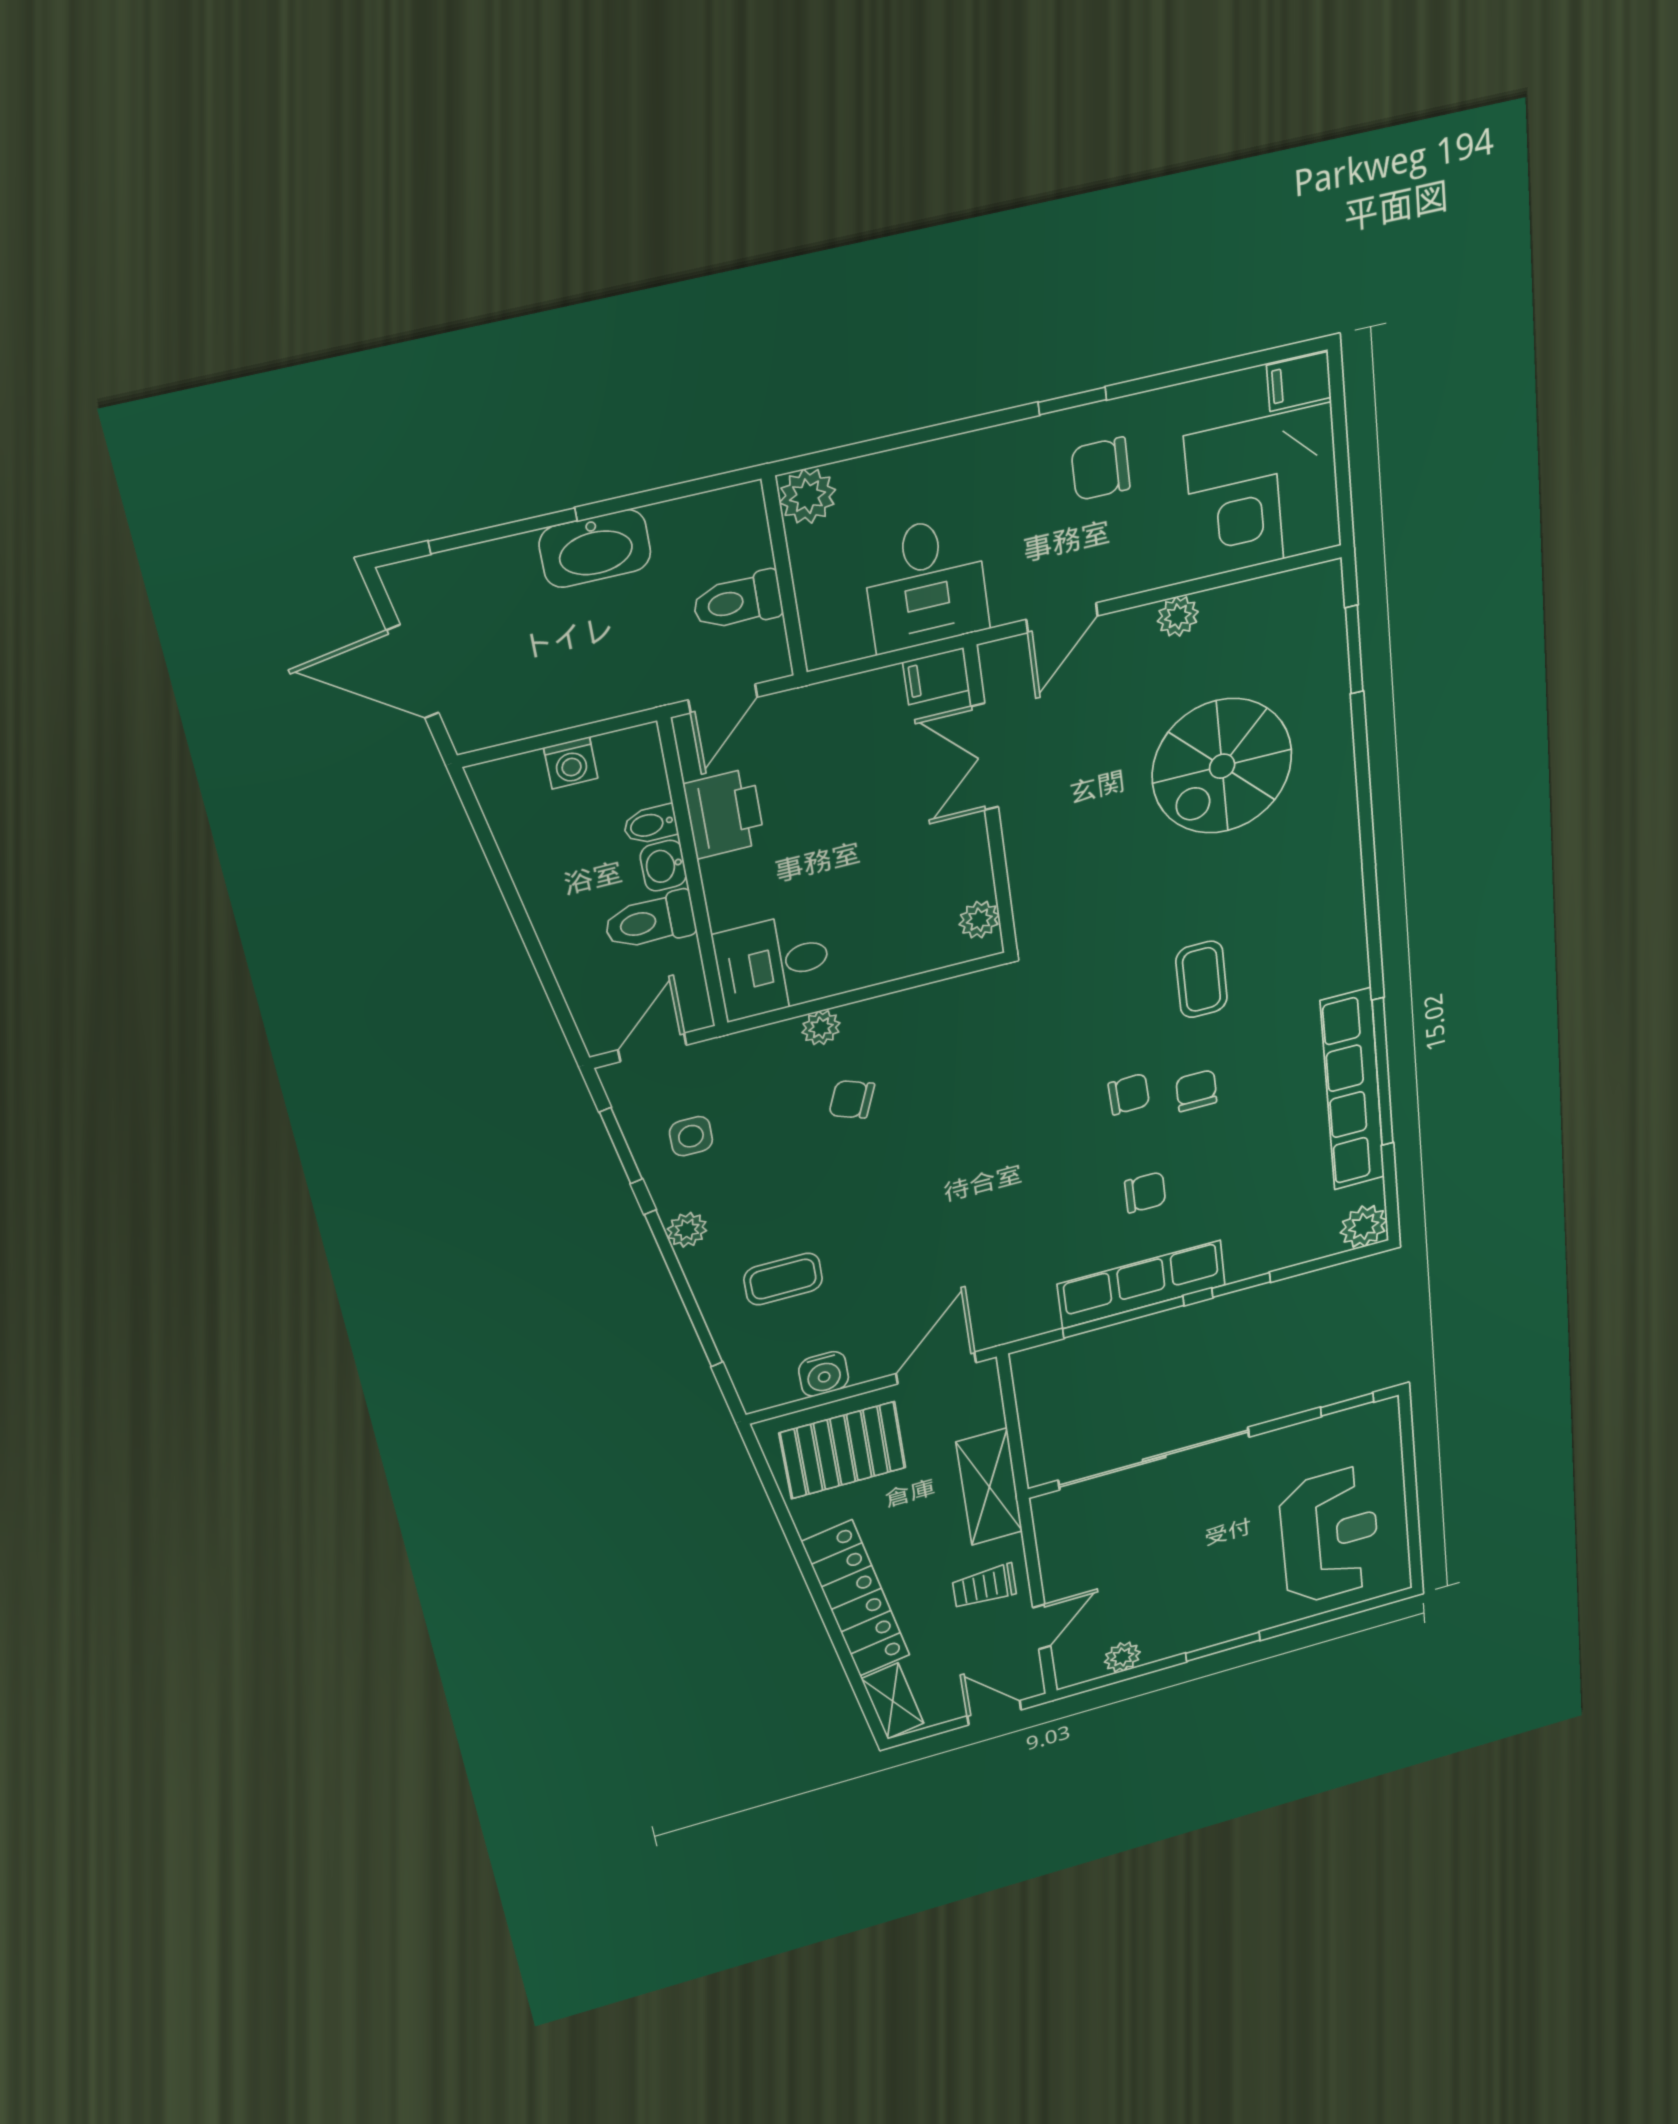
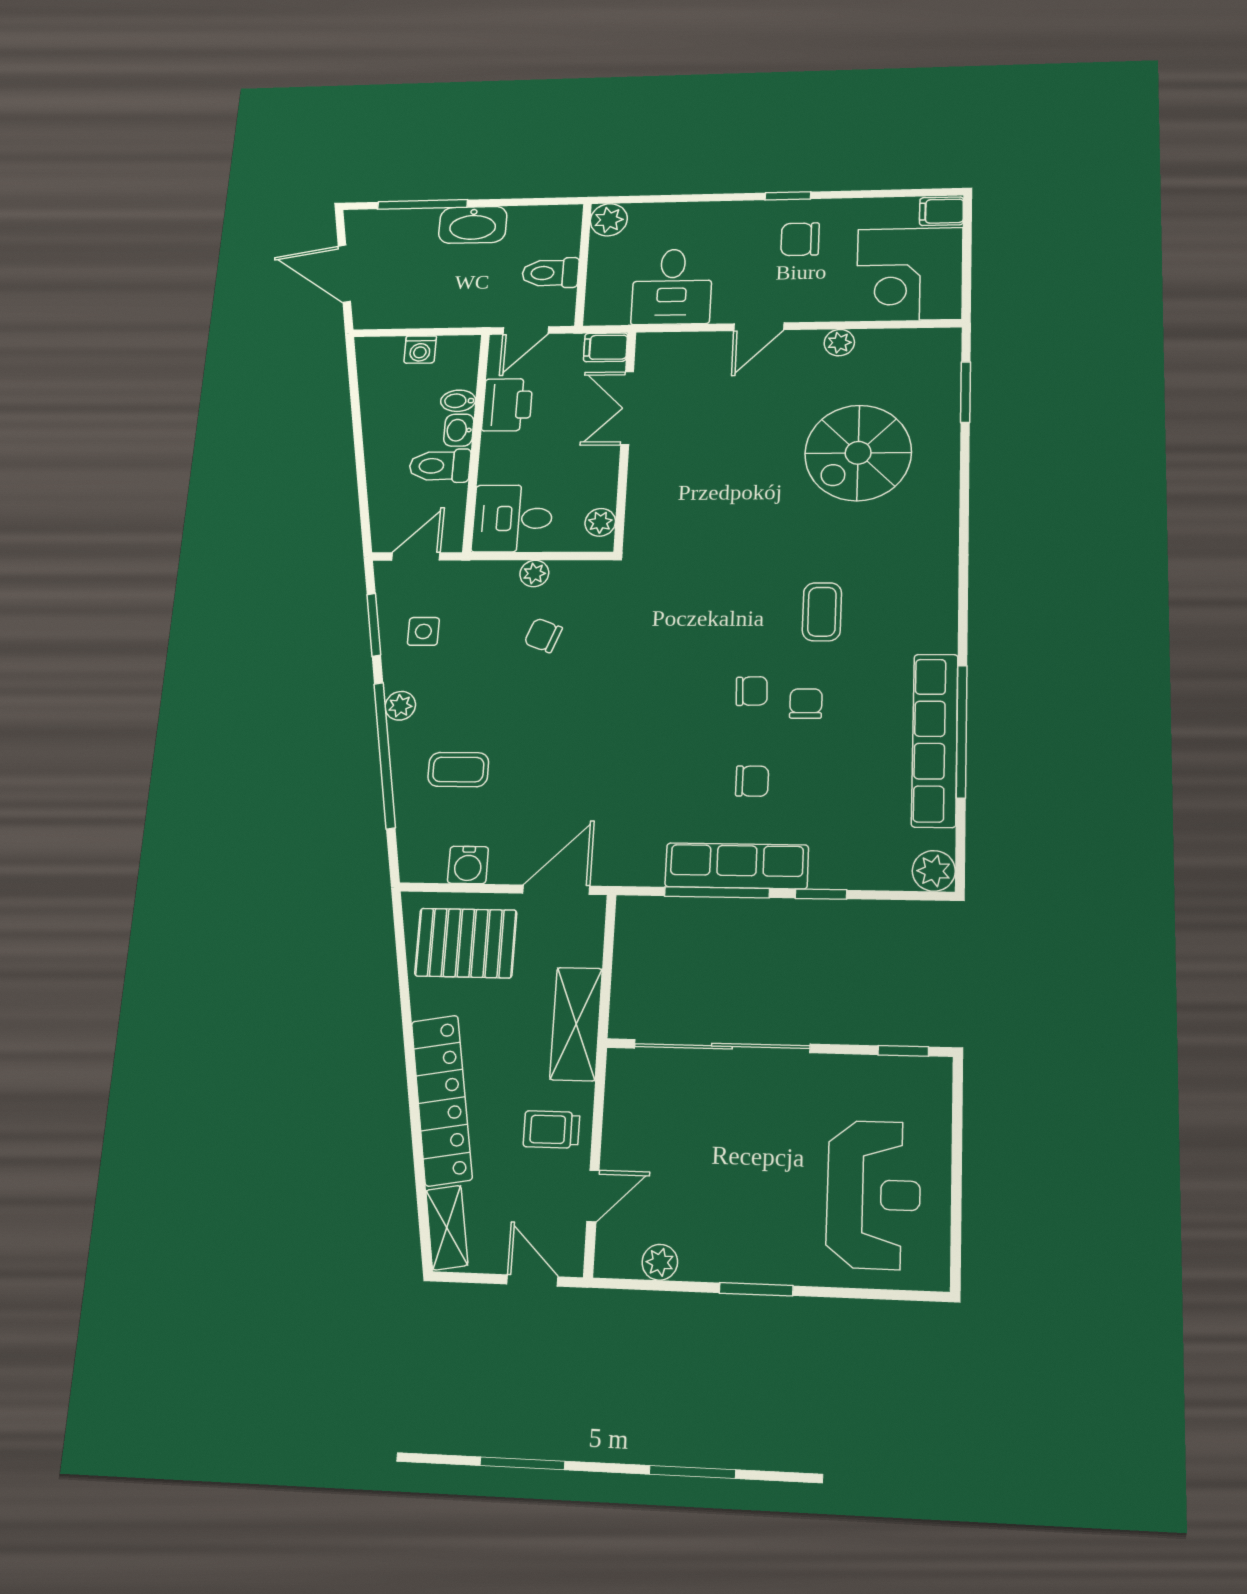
filing cabinet: (936, 676) -> (605, 347), moved
double door: (985, 757) -> (627, 408), moved
wall: (991, 803) -> (625, 440), moved
plant: (979, 920) -> (600, 522), moved

